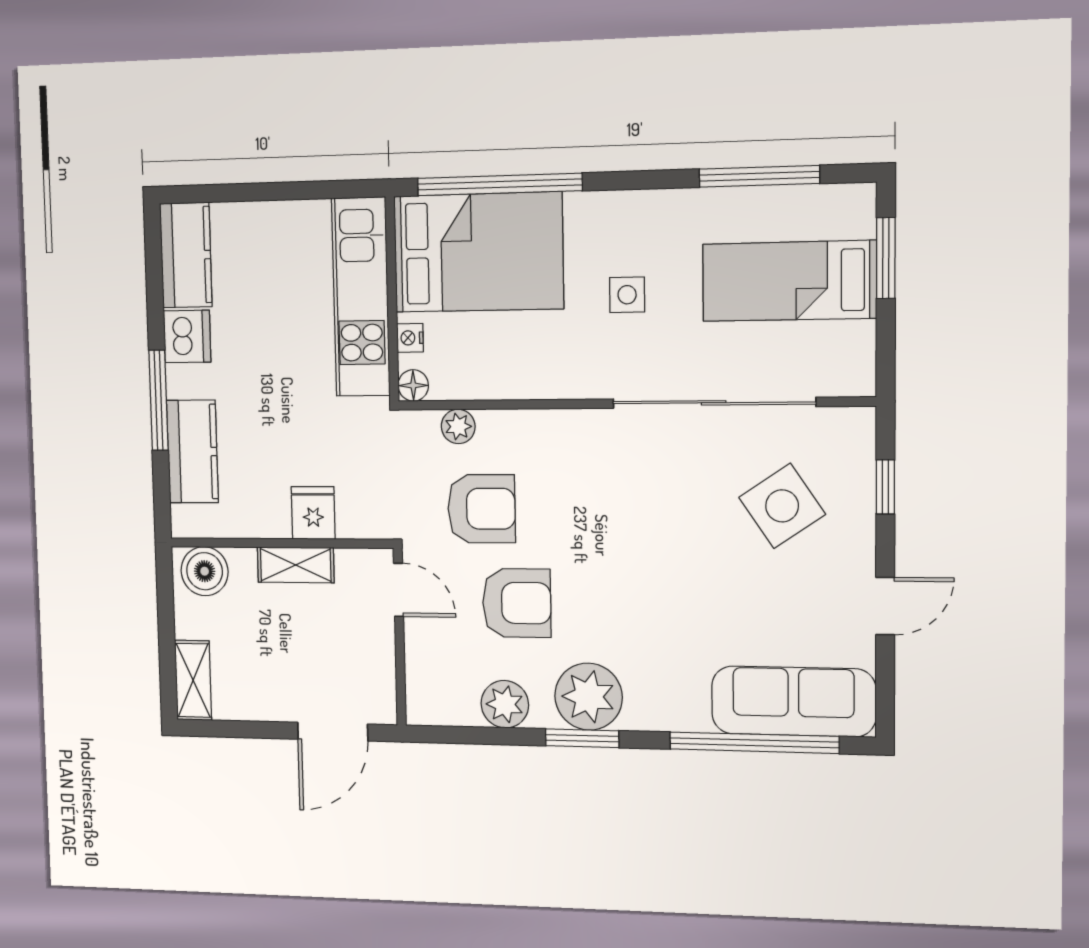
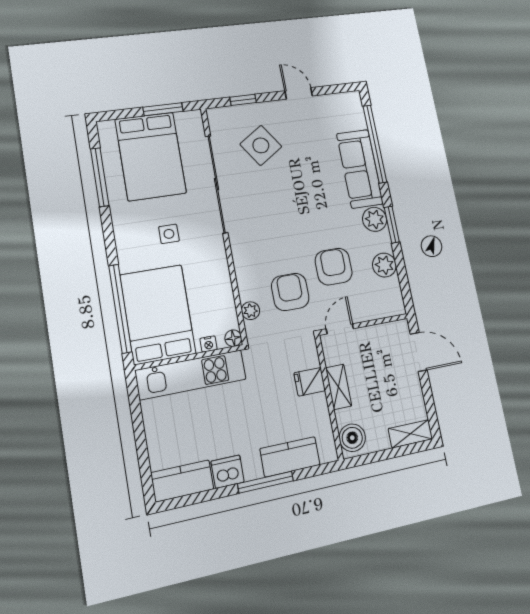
window: (886, 258) -> (163, 109), moved
bed: (789, 281) -> (151, 156), width x1.50
plant: (589, 697) -> (375, 219), width x0.73, depth x0.73
sofa: (793, 701) -> (360, 169), moved

